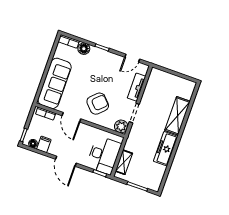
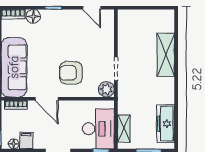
door: (132, 58) -> (92, 8), hinge flipped
tv unit: (137, 87) -> (108, 39), removed
armchair: (98, 104) -> (71, 73), turned -136
freezer: (166, 149) -> (166, 124), moved

